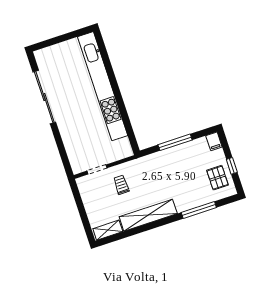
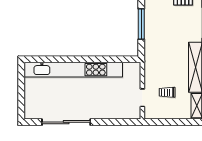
trolley: (121, 185) -> (167, 92), moved

